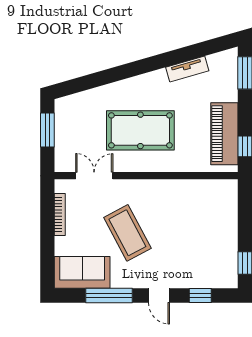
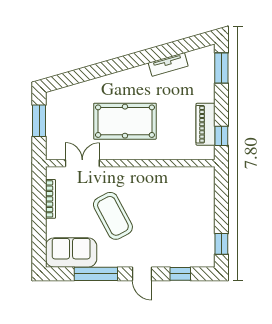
piano: (224, 134) -> (206, 124), width x0.73, depth x0.75

